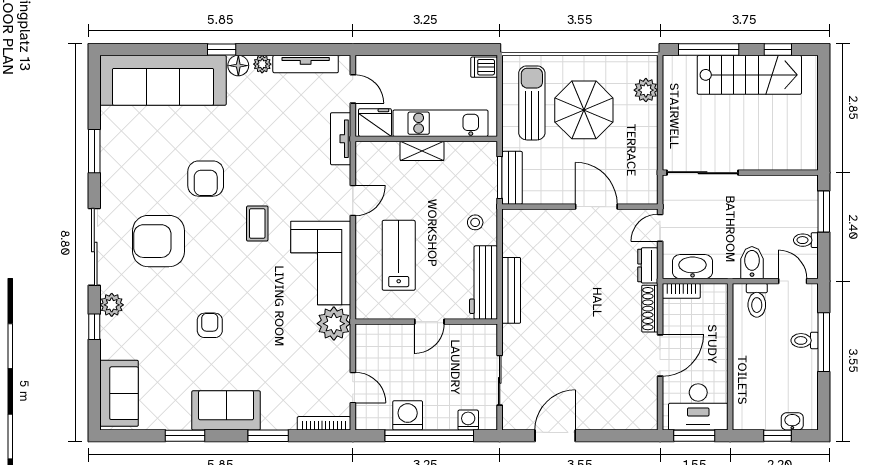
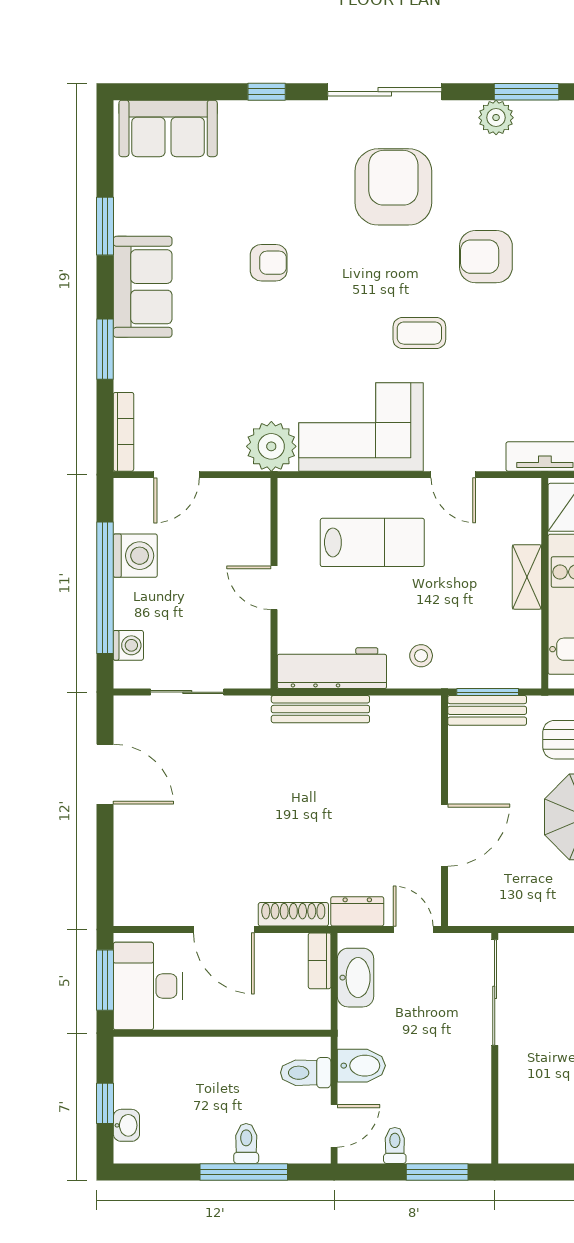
plant: (112, 305) -> (496, 118), moved

